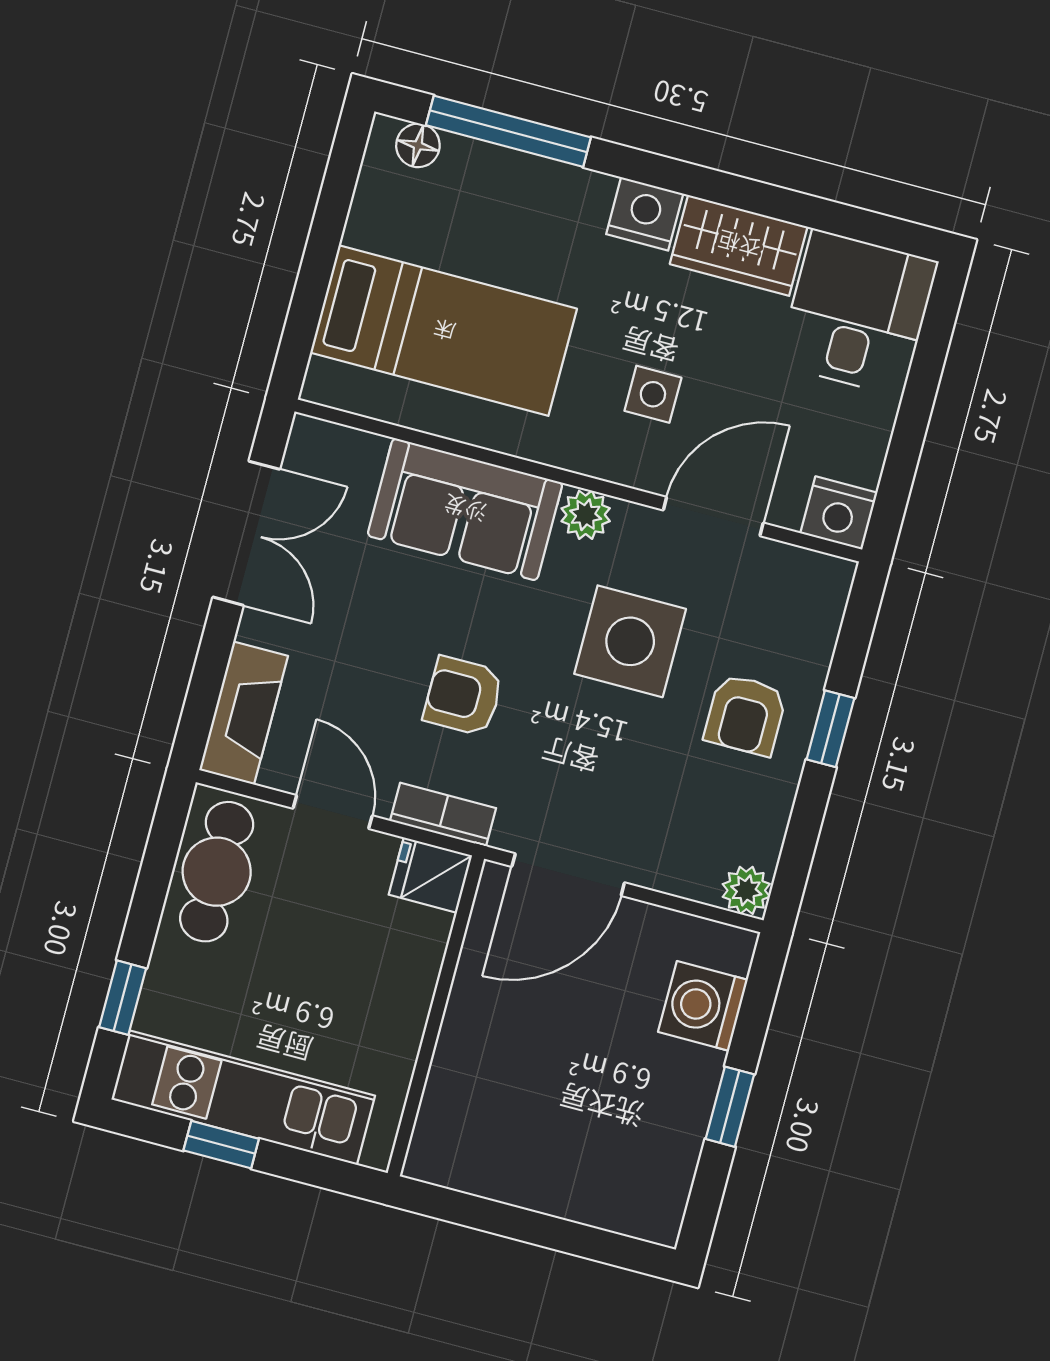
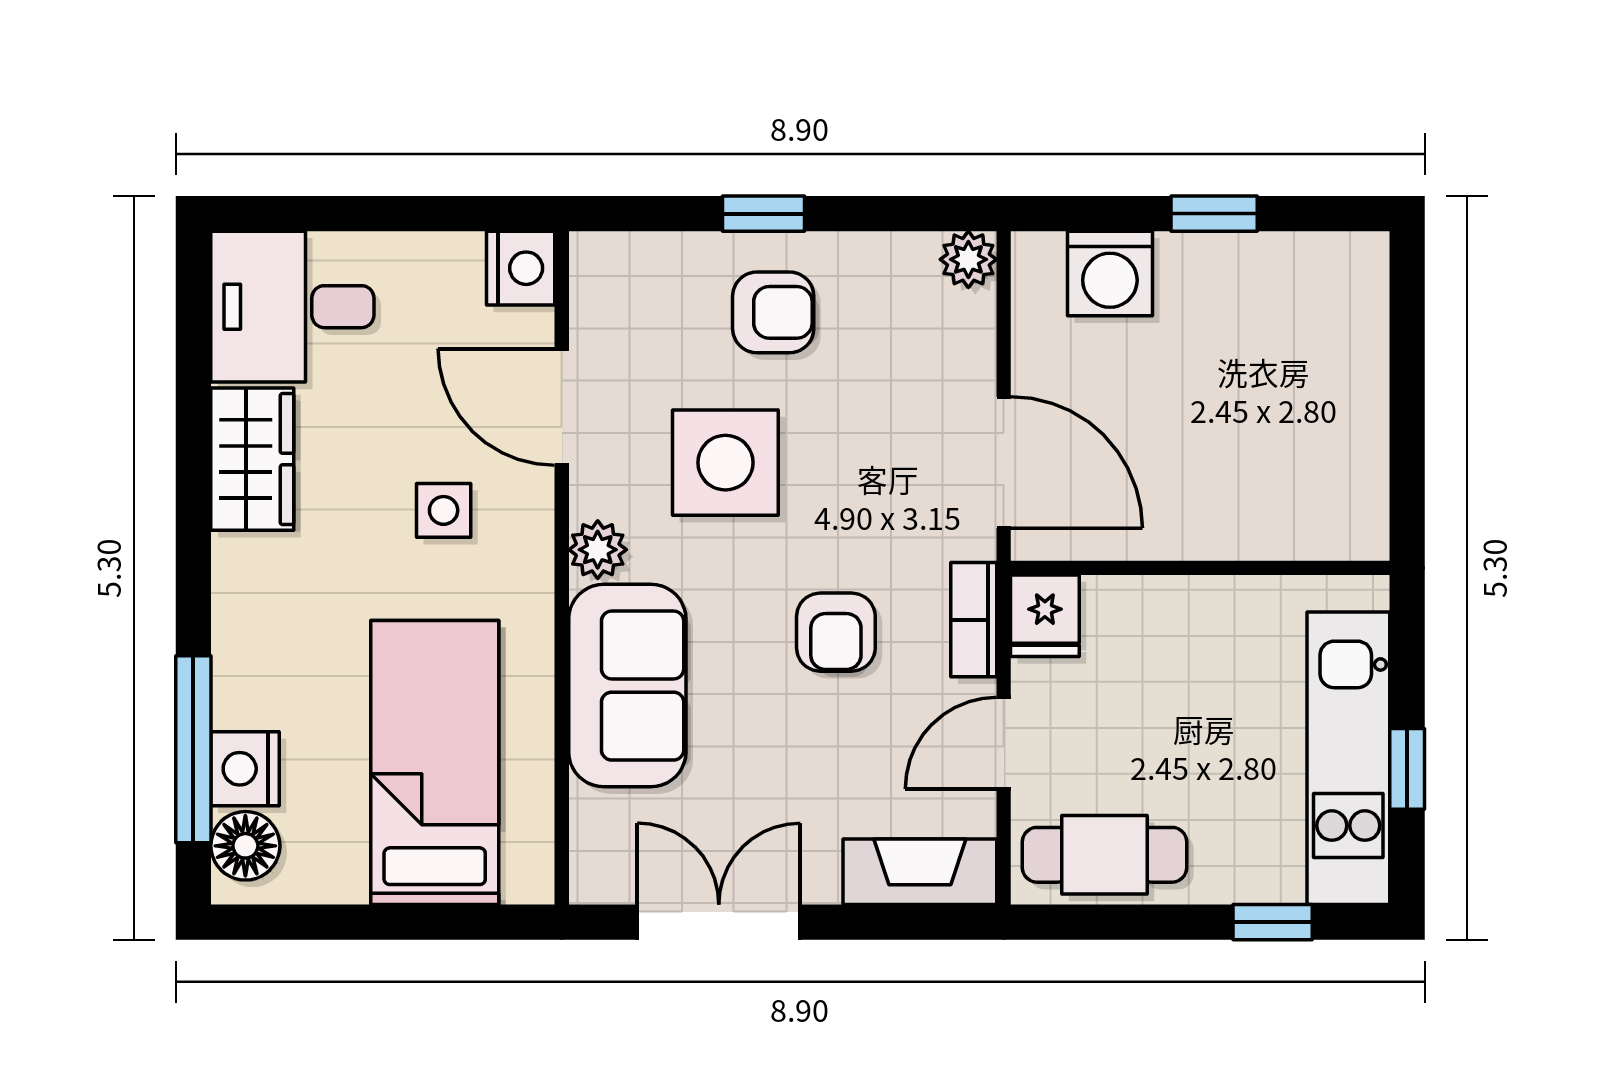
floor lamp: (418, 145) -> (245, 846), width x1.37, depth x1.37
nightstand: (645, 214) -> (245, 769), moved

